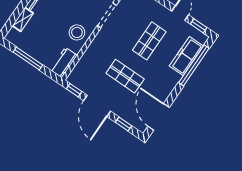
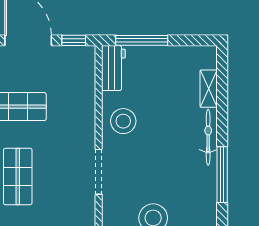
window: (28, 59) -> (142, 40), moved

